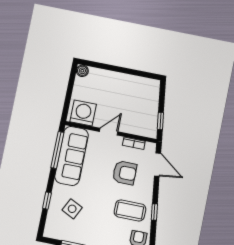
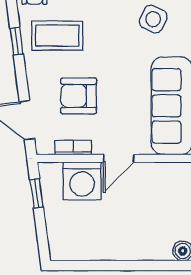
washing machine: (83, 113) -> (82, 181), moved

